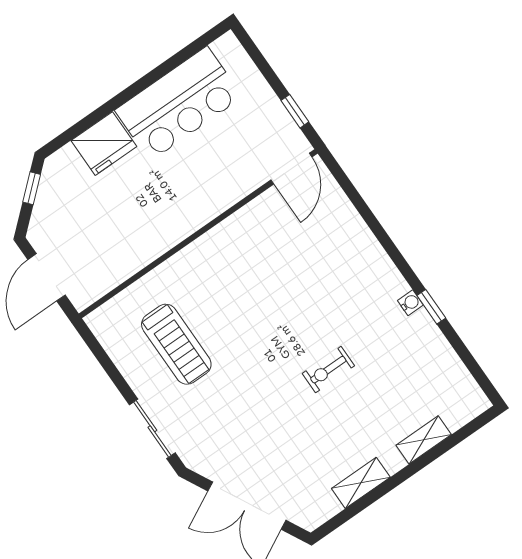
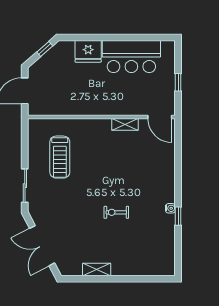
window: (295, 111) -> (178, 82), moved
door: (291, 169) -> (160, 117), hinge flipped
shelving: (424, 440) -> (125, 124), moved

